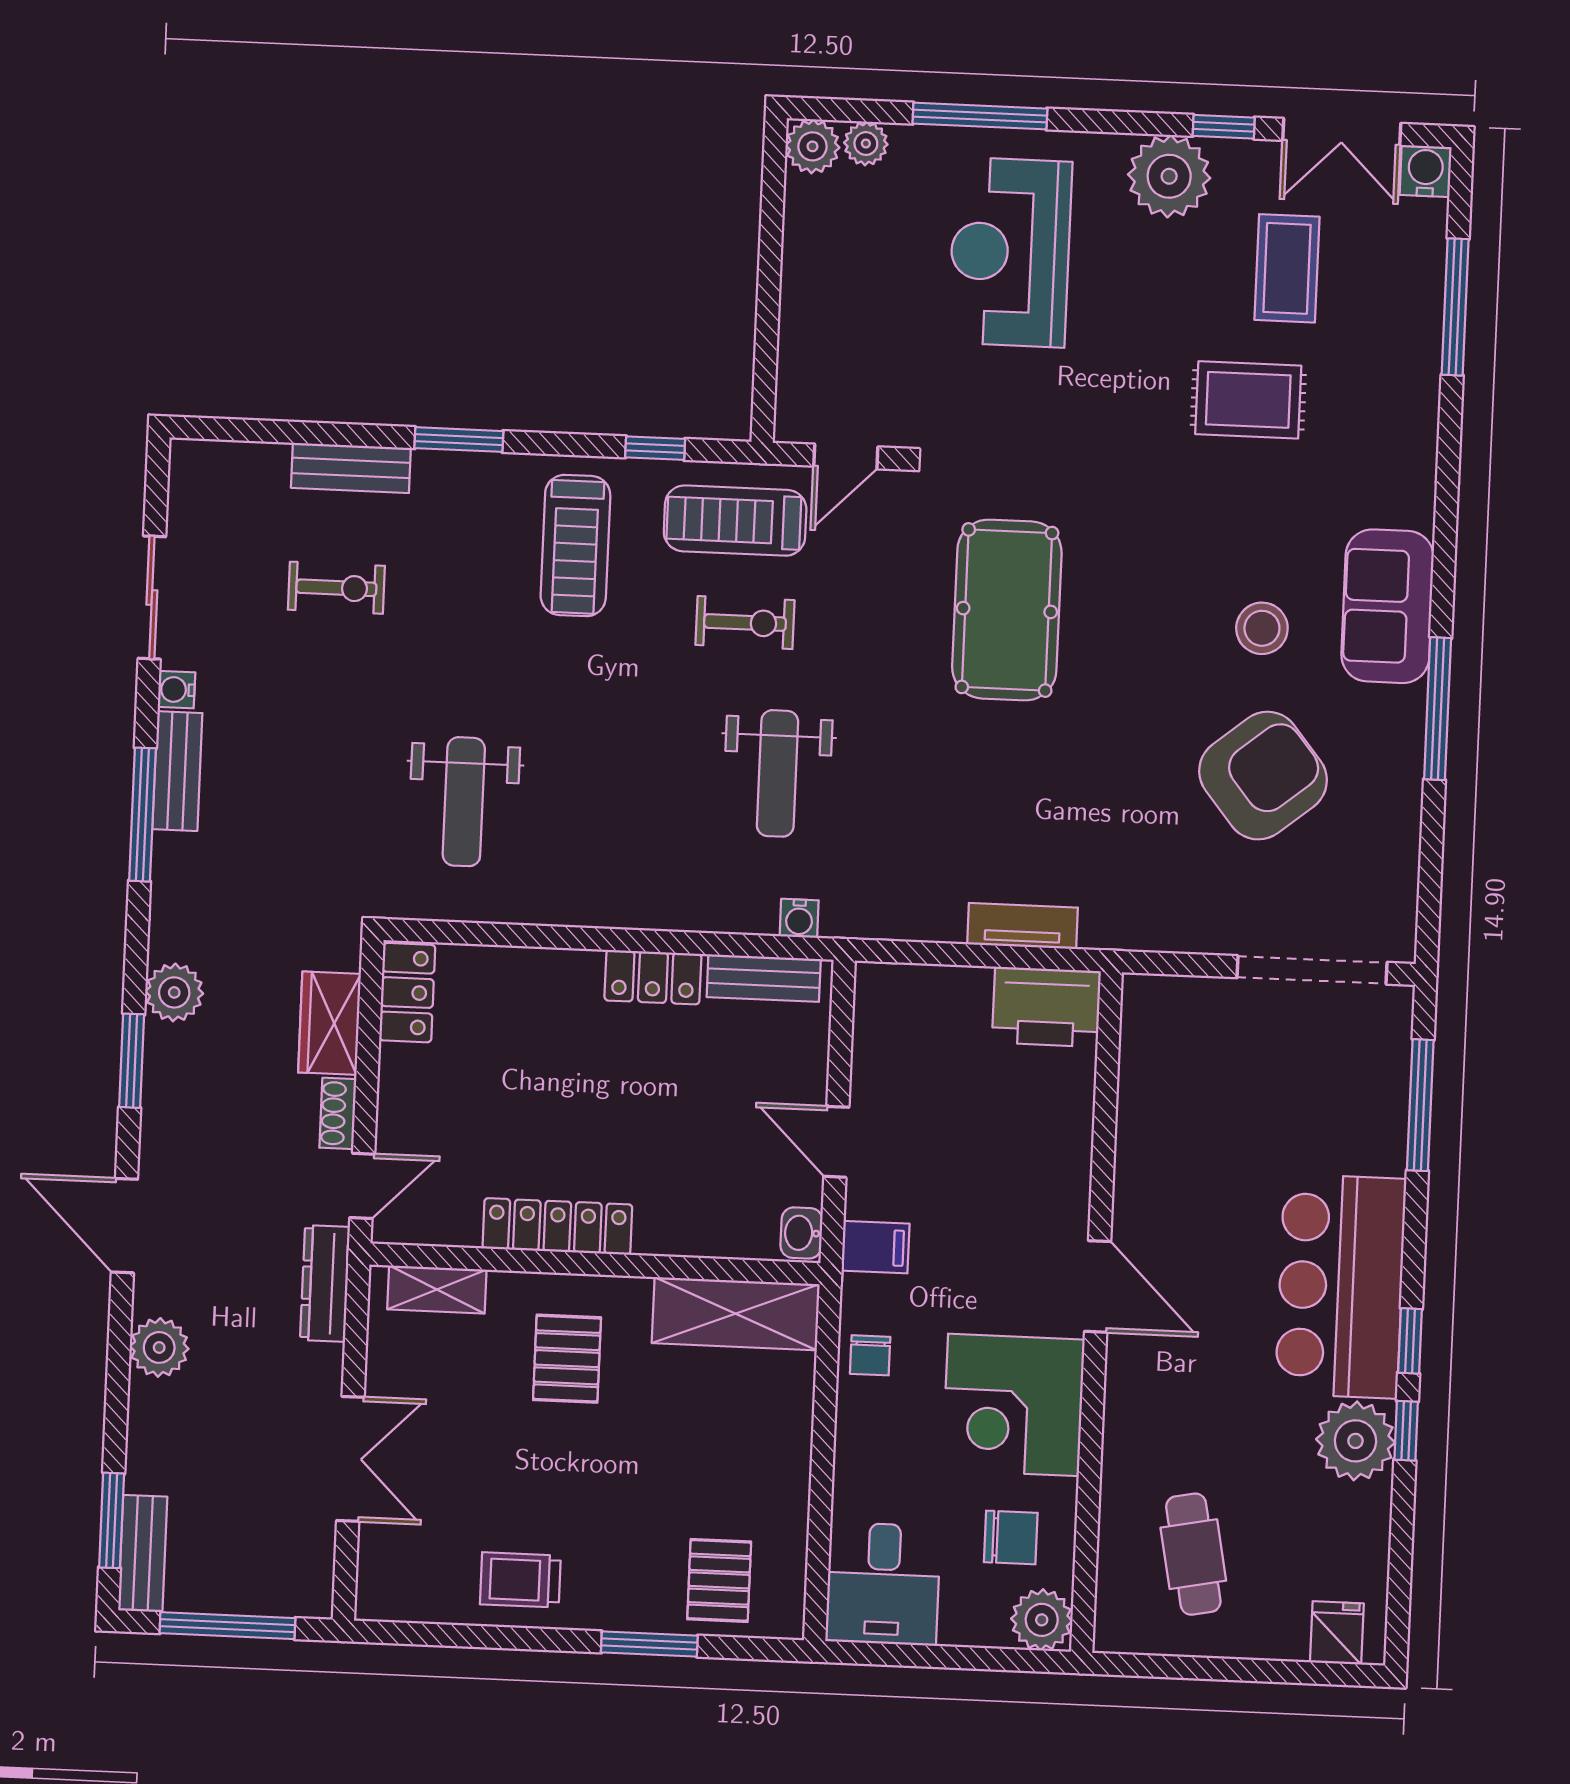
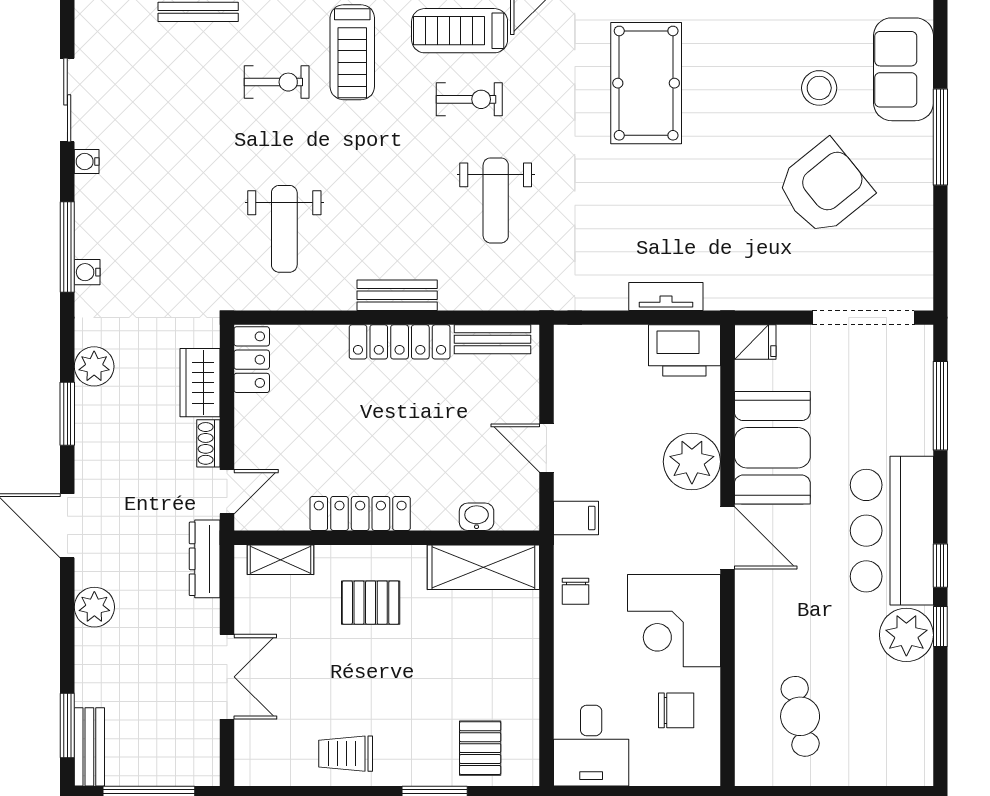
exercise bike: (336, 588) -> (277, 82), moved
bench: (177, 771) -> (397, 295), moved, turned 90
water cooler: (799, 918) -> (87, 272), moved, turned 90
locker: (653, 977) -> (400, 342), width x1.53
booth: (1170, 1156) -> (772, 448), added
washbasin: (801, 1233) -> (477, 517), moved, turned 90
pallet: (567, 1359) -> (371, 603), turned 90
plant: (1042, 1620) -> (692, 462), moved, width x1.36, depth x1.36
fridge: (1337, 1633) -> (755, 342), moved, turned 90

